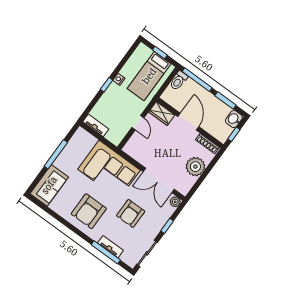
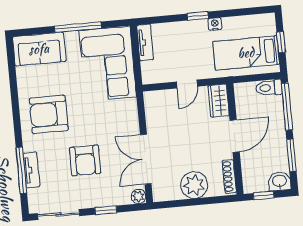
corner sofa: (109, 170) -> (108, 64), moved
armchair: (131, 213) -> (85, 160), turned -90

